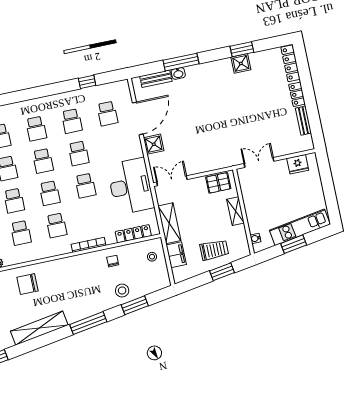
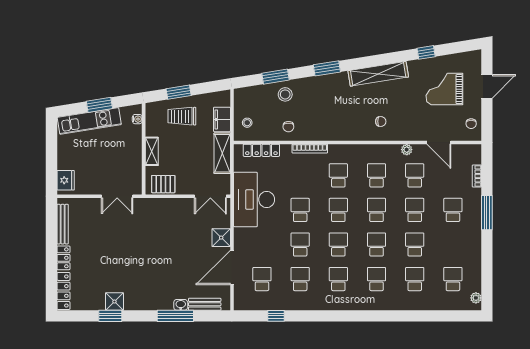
bench: (303, 121) -> (63, 224), width x1.36
fridge: (298, 164) -> (66, 180), moved, turned 90
chair: (27, 284) -> (381, 121), width x0.54, depth x0.54
window: (88, 323) -> (327, 68), width x0.69

